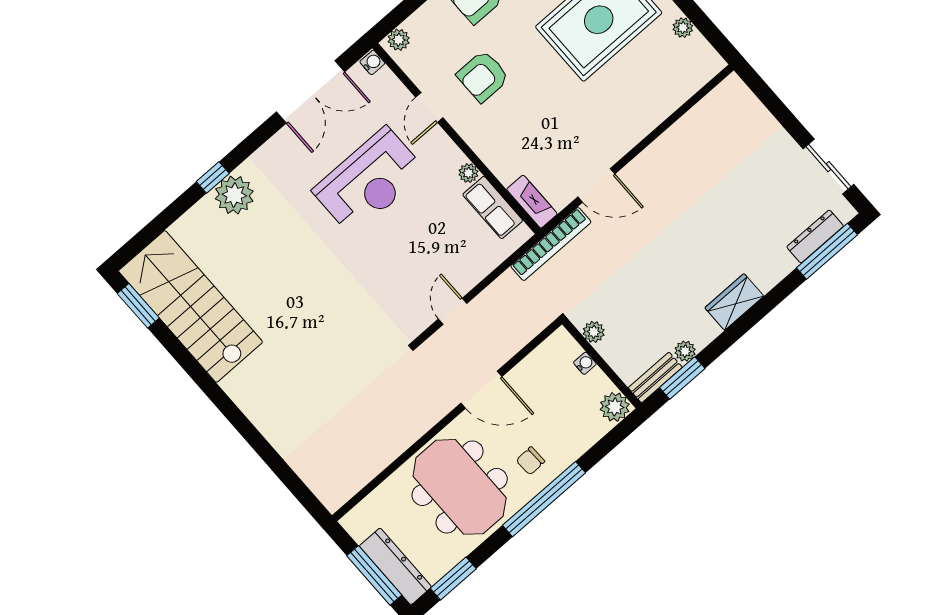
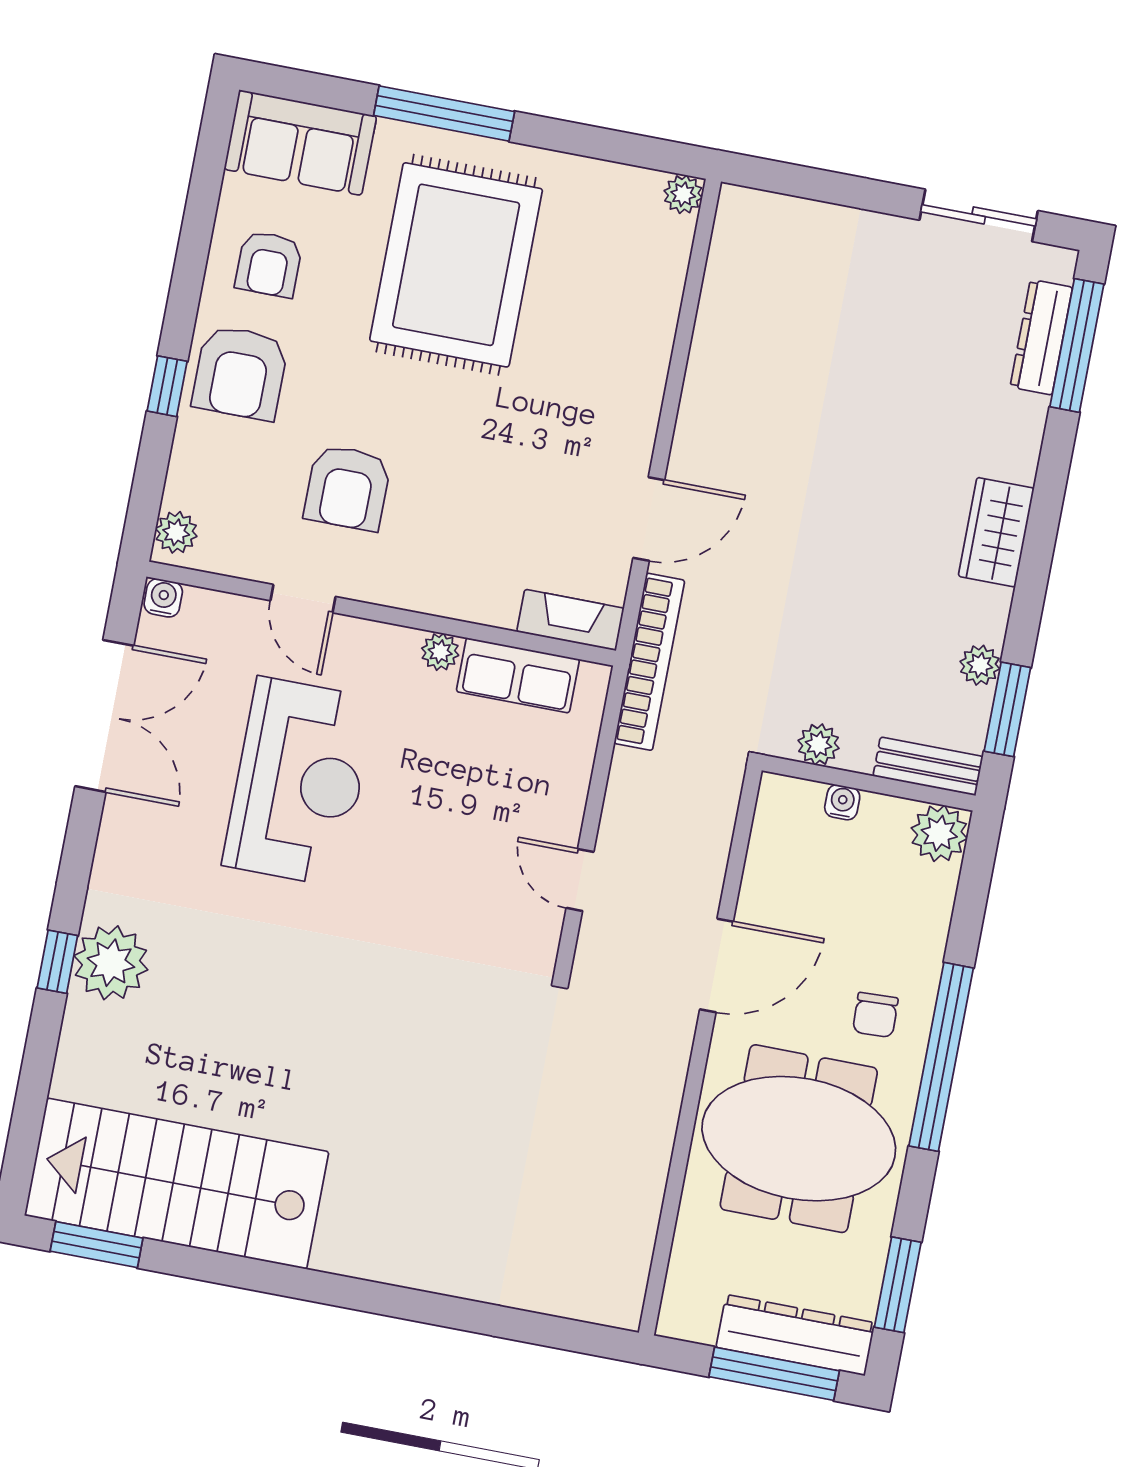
plant: (683, 28) -> (683, 194), moved
bench: (655, 377) -> (928, 766), moved, turned 90

